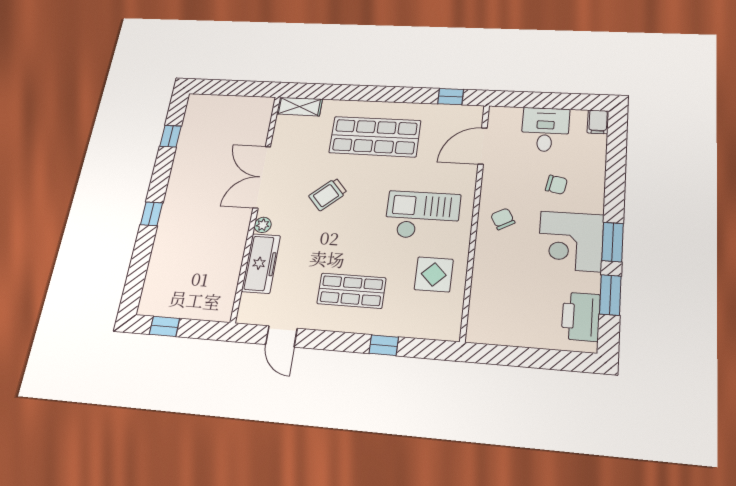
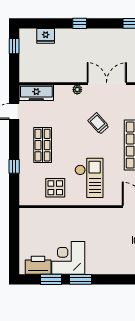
chair: (556, 185) -> (112, 249), removed
chair: (503, 219) -> (90, 221), removed
corner desk: (571, 241) -> (68, 258), moved
freezer: (261, 263) -> (36, 93), moved
fridge: (159, 271) -> (46, 36), added

